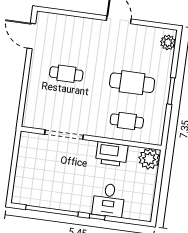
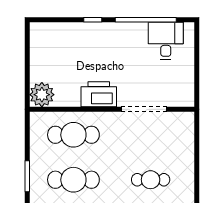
cafe table: (127, 121) -> (73, 135), width x1.37, depth x1.35
printer: (112, 154) -> (99, 94), moved
desk: (109, 200) -> (166, 41), moved

